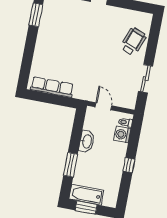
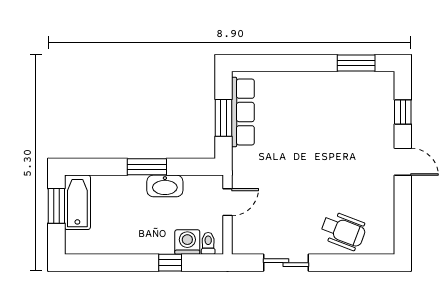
window: (53, 99) -> (223, 118), added
window: (70, 165) -> (147, 167), moved
window: (129, 165) -> (170, 263), moved

